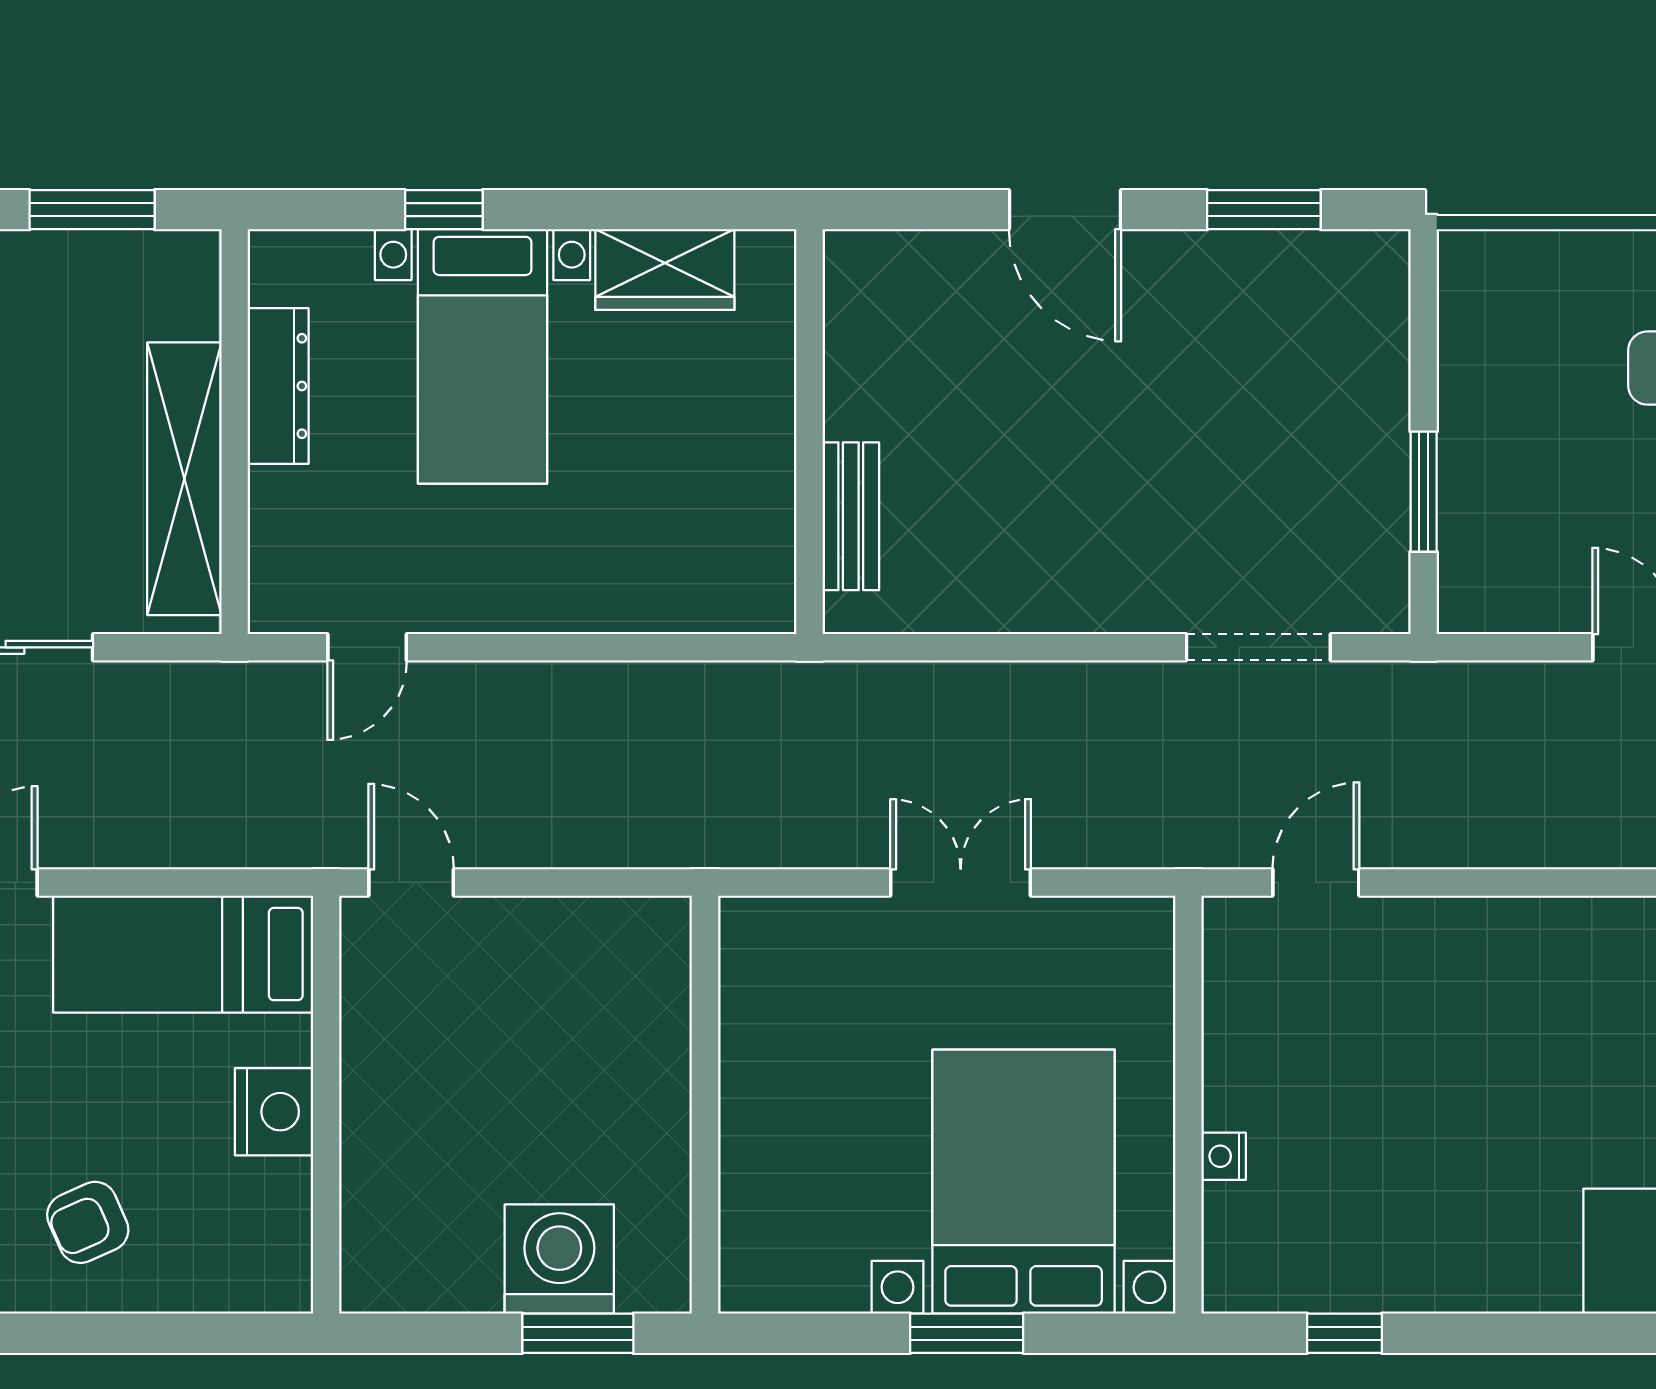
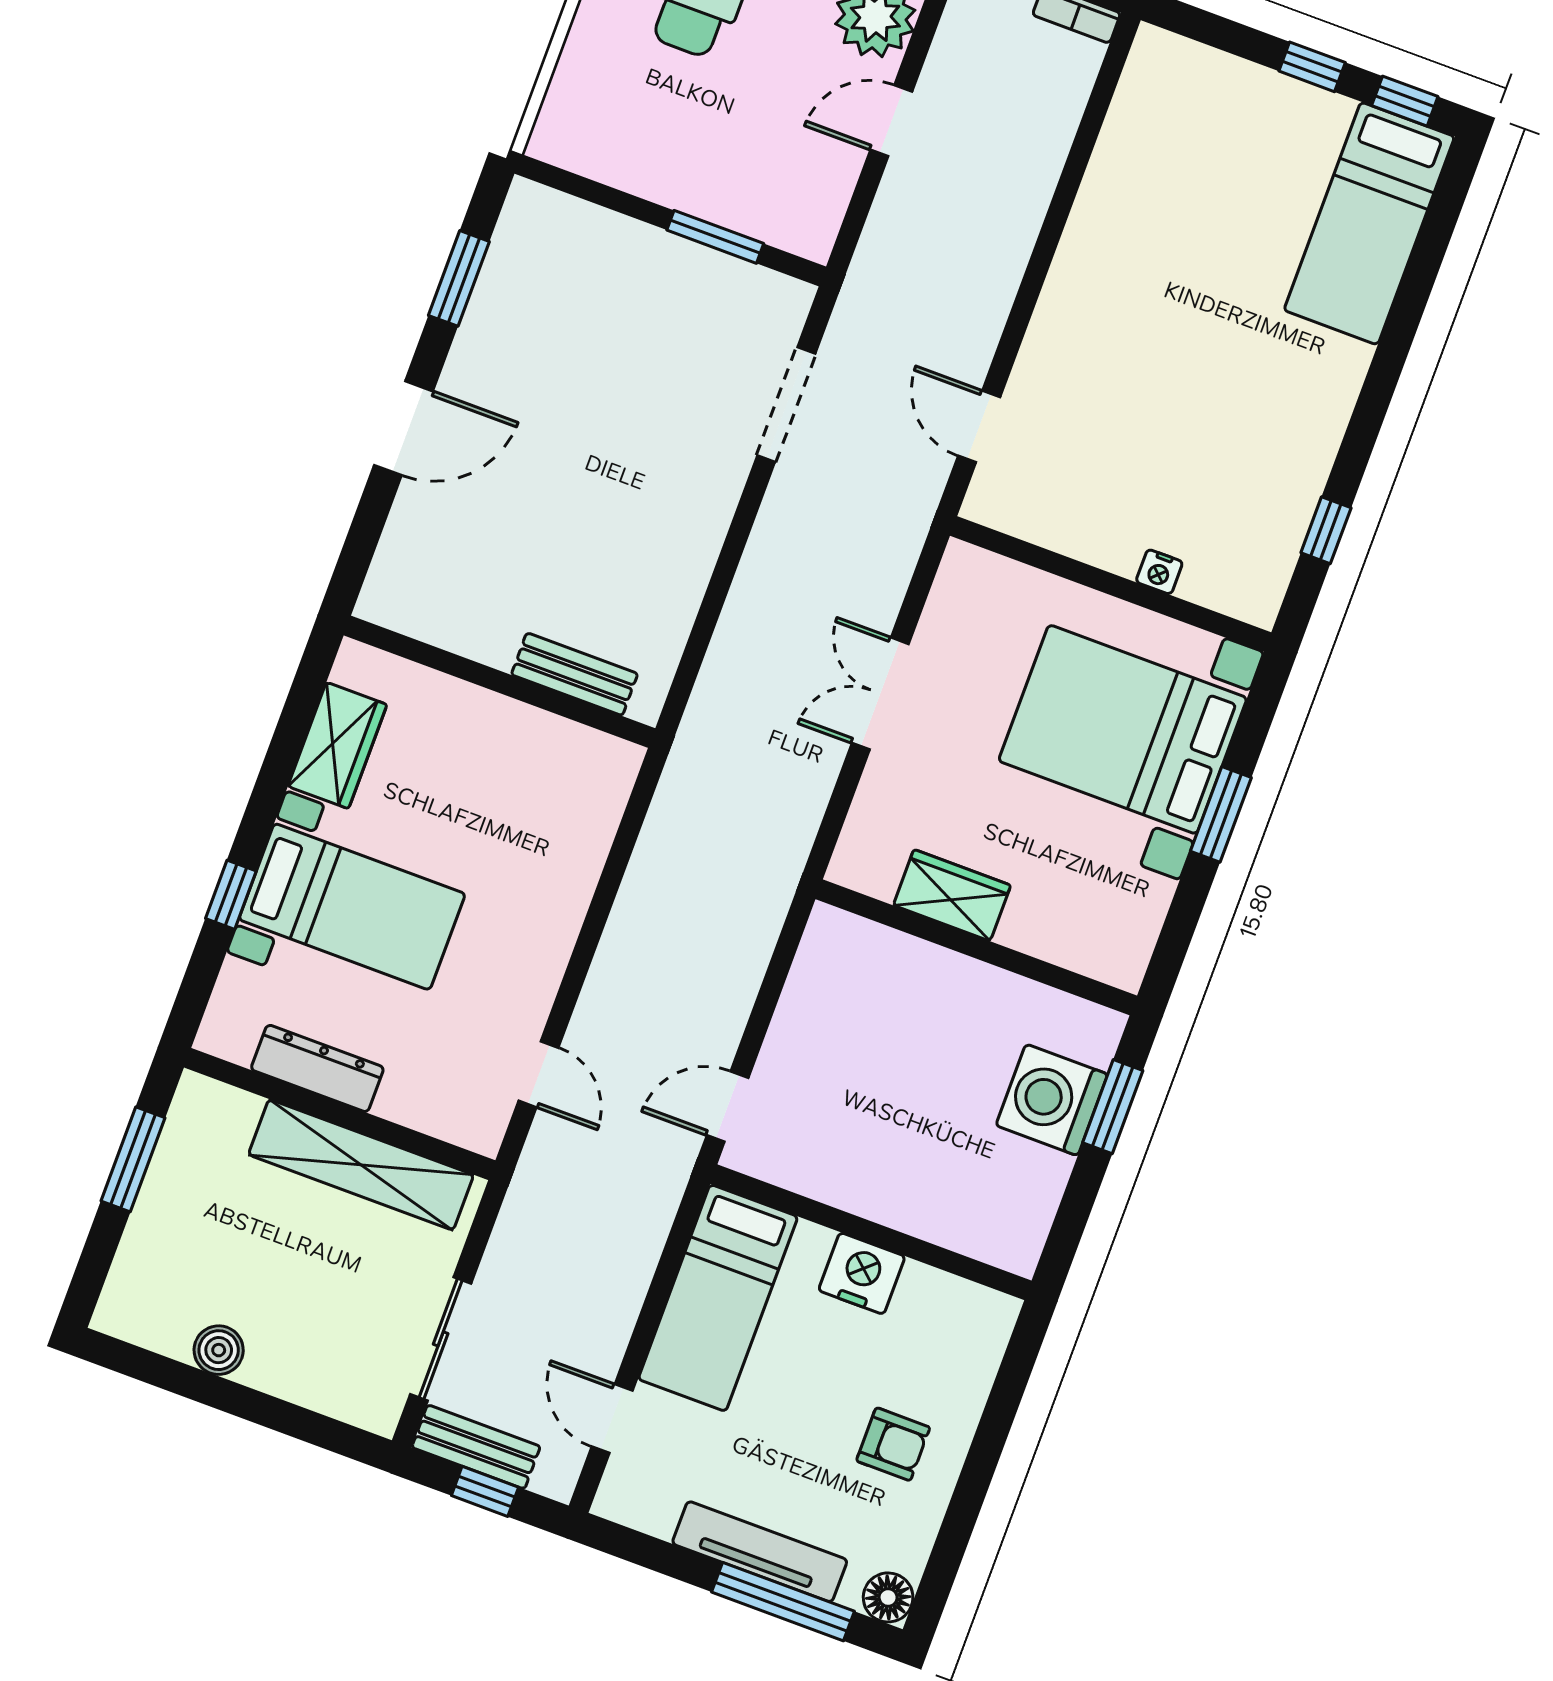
wardrobe: (755, 1054) -> (952, 895), added
armchair: (88, 1222) -> (893, 1444), turned -66

